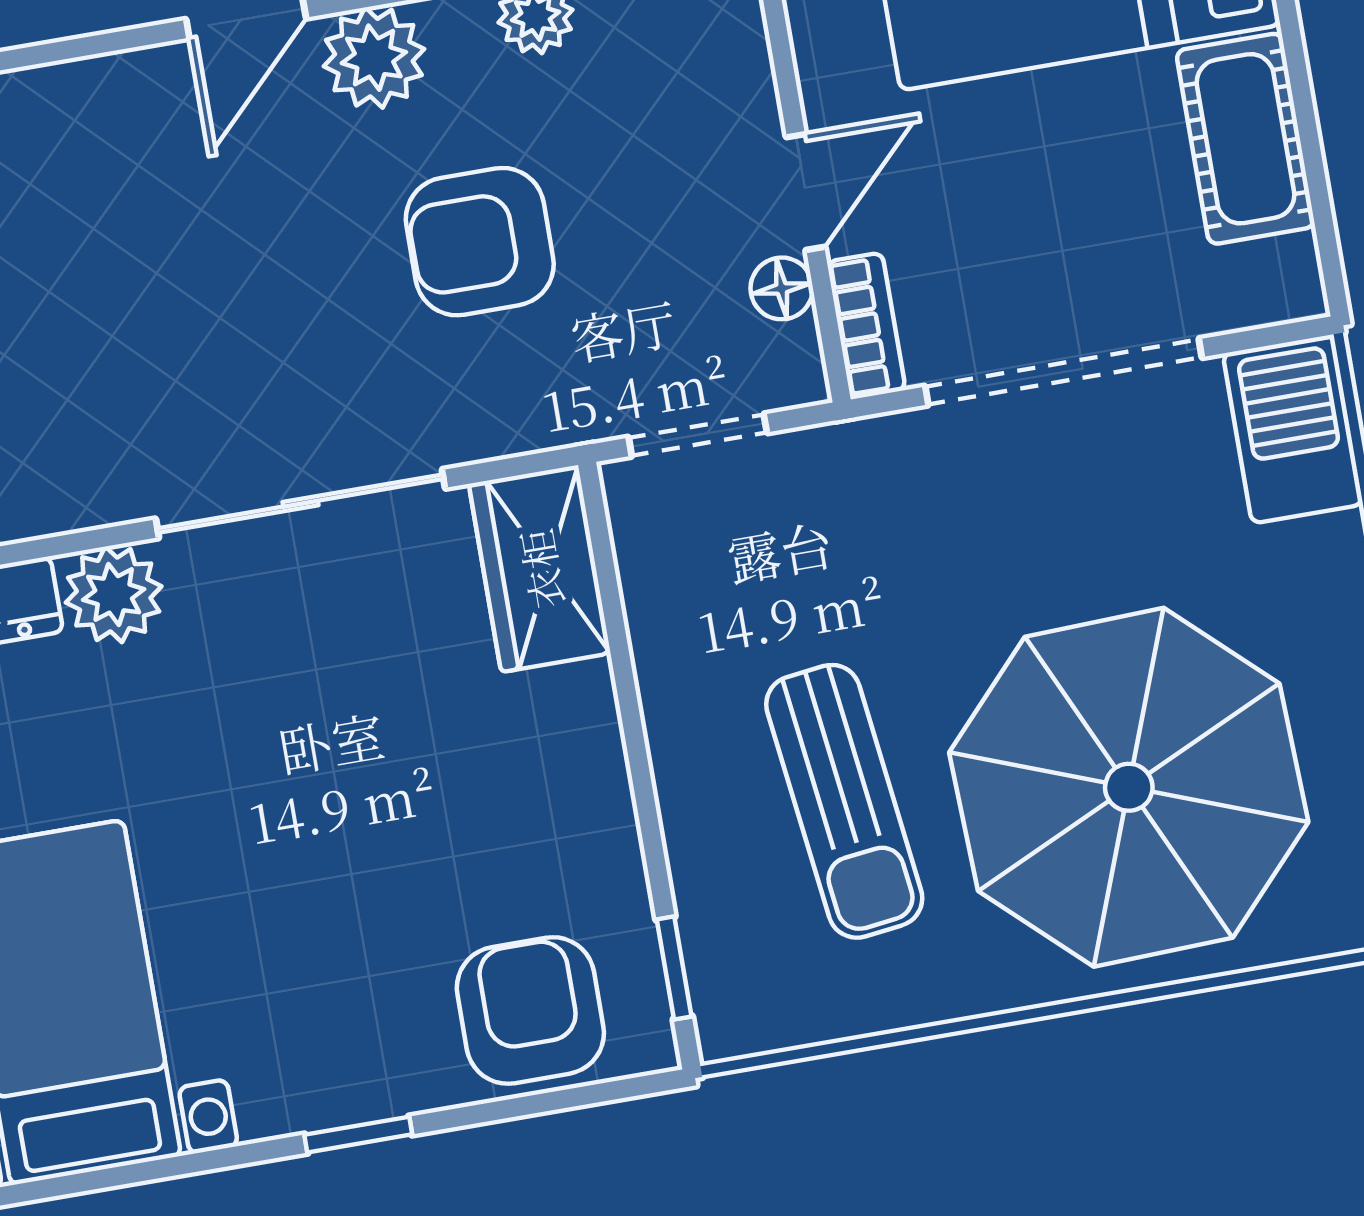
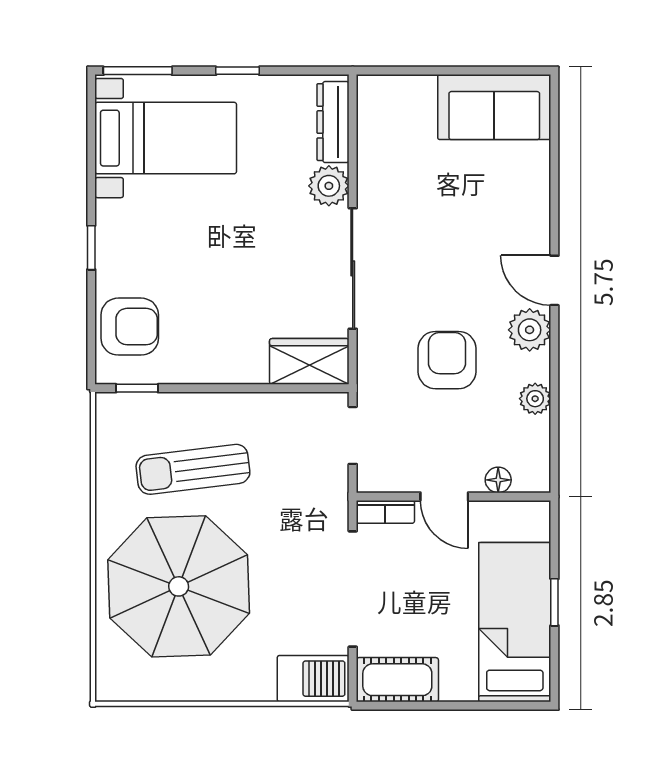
cot: (1245, 139) -> (397, 680), moved
floor lamp: (782, 288) -> (498, 480), moved

